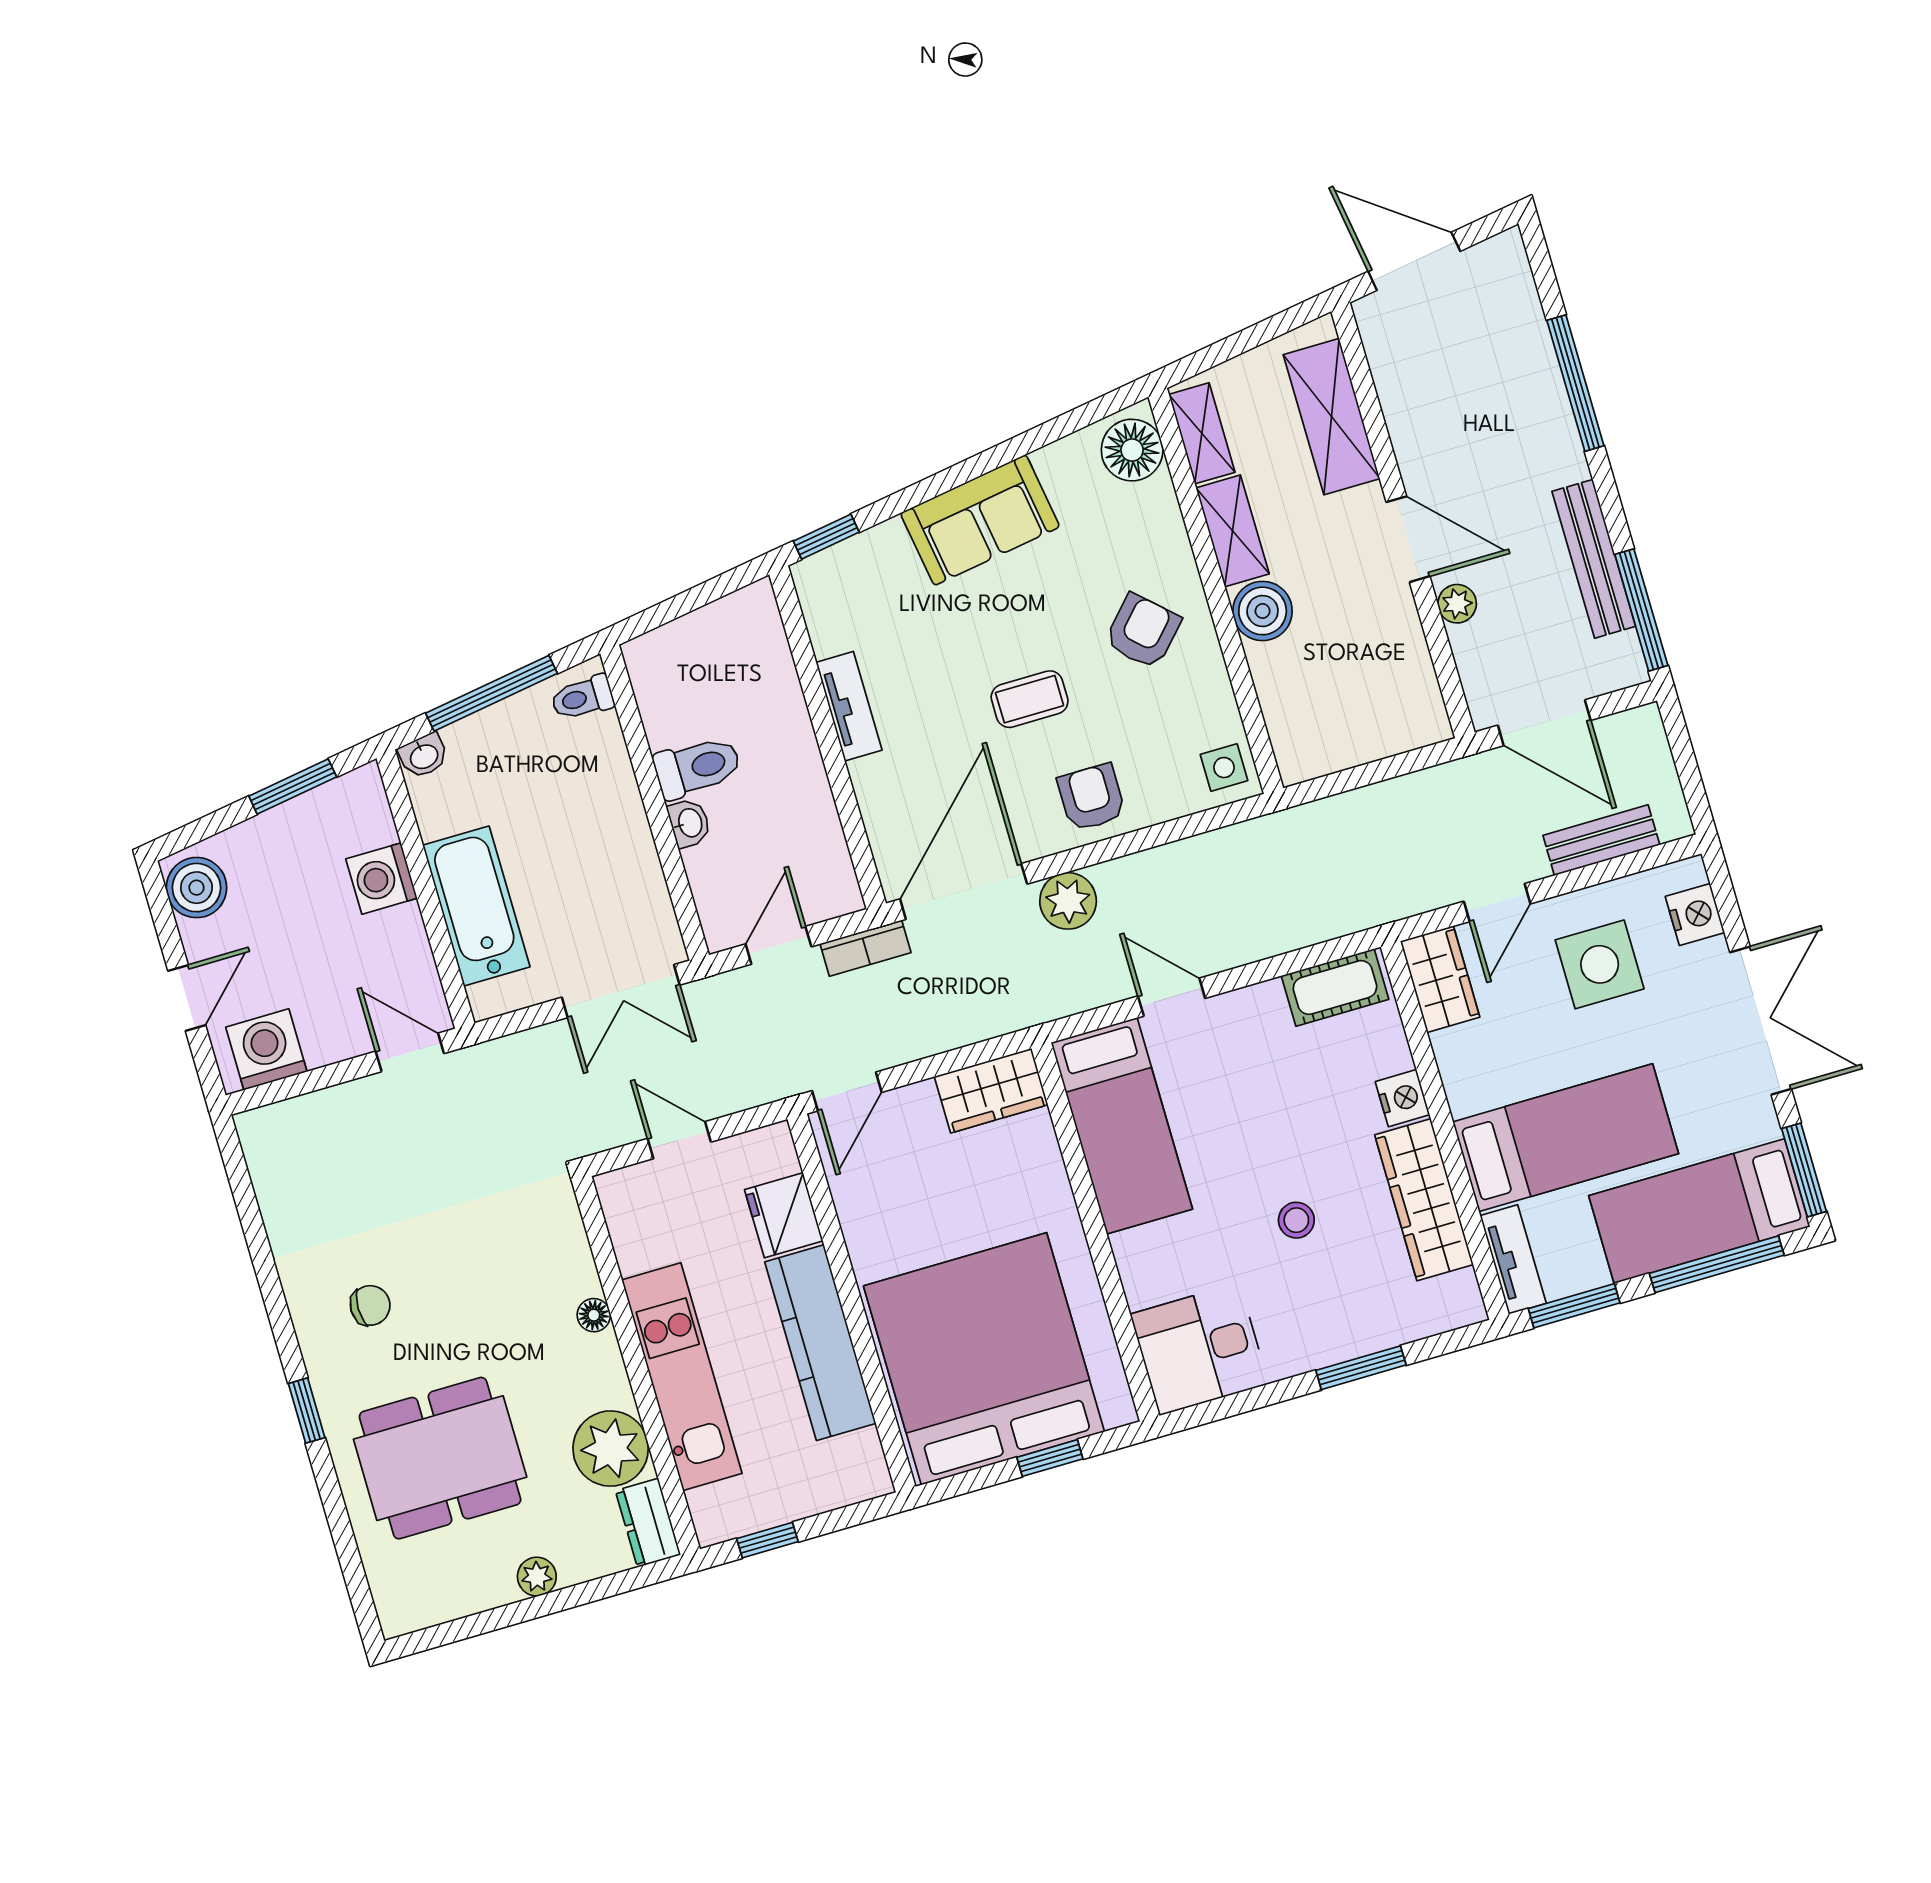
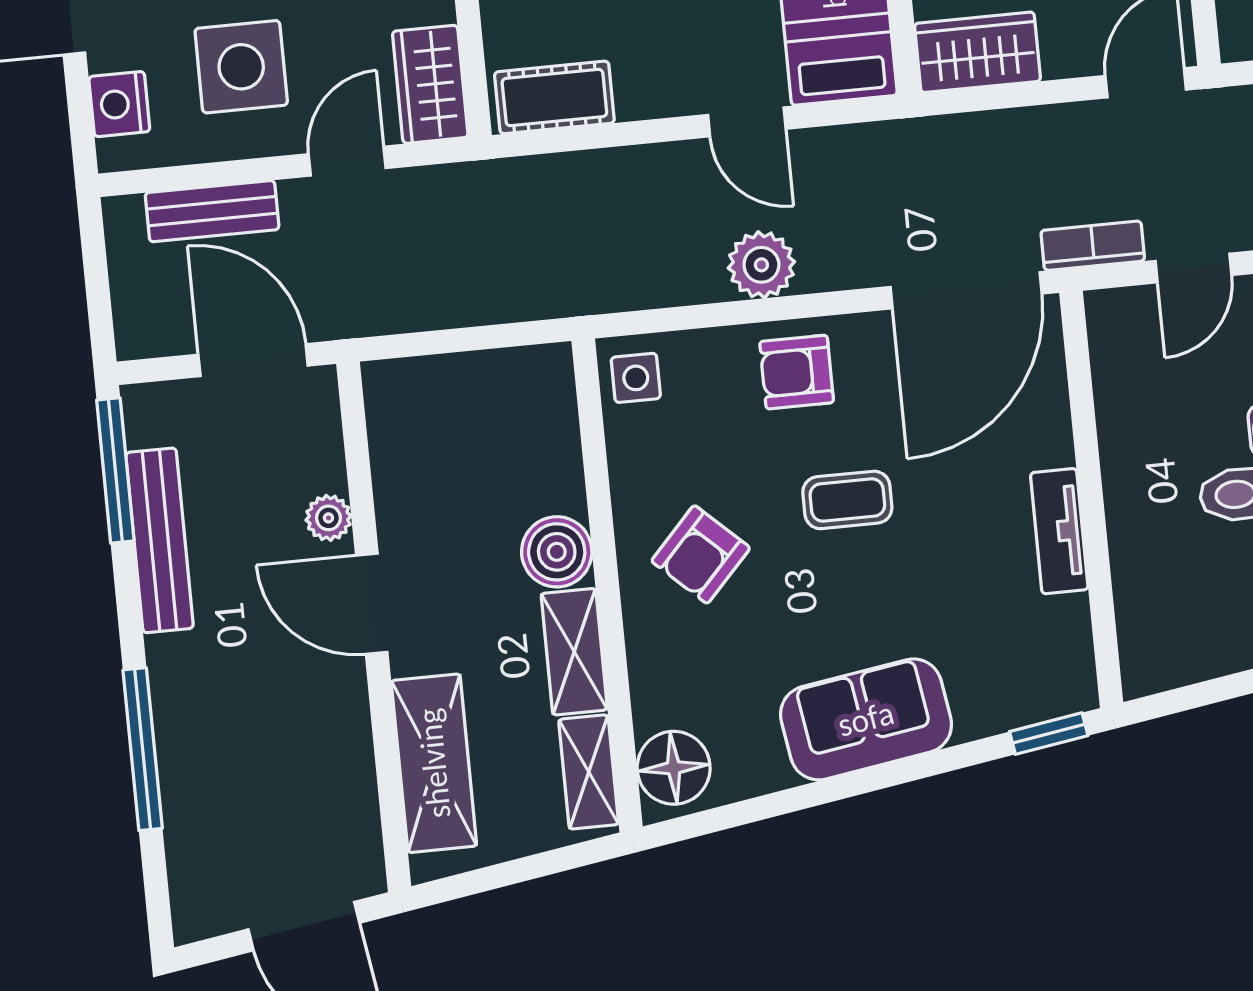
armchair: (1092, 797) -> (797, 372), turned 90
plant: (1068, 901) -> (761, 265), moved

